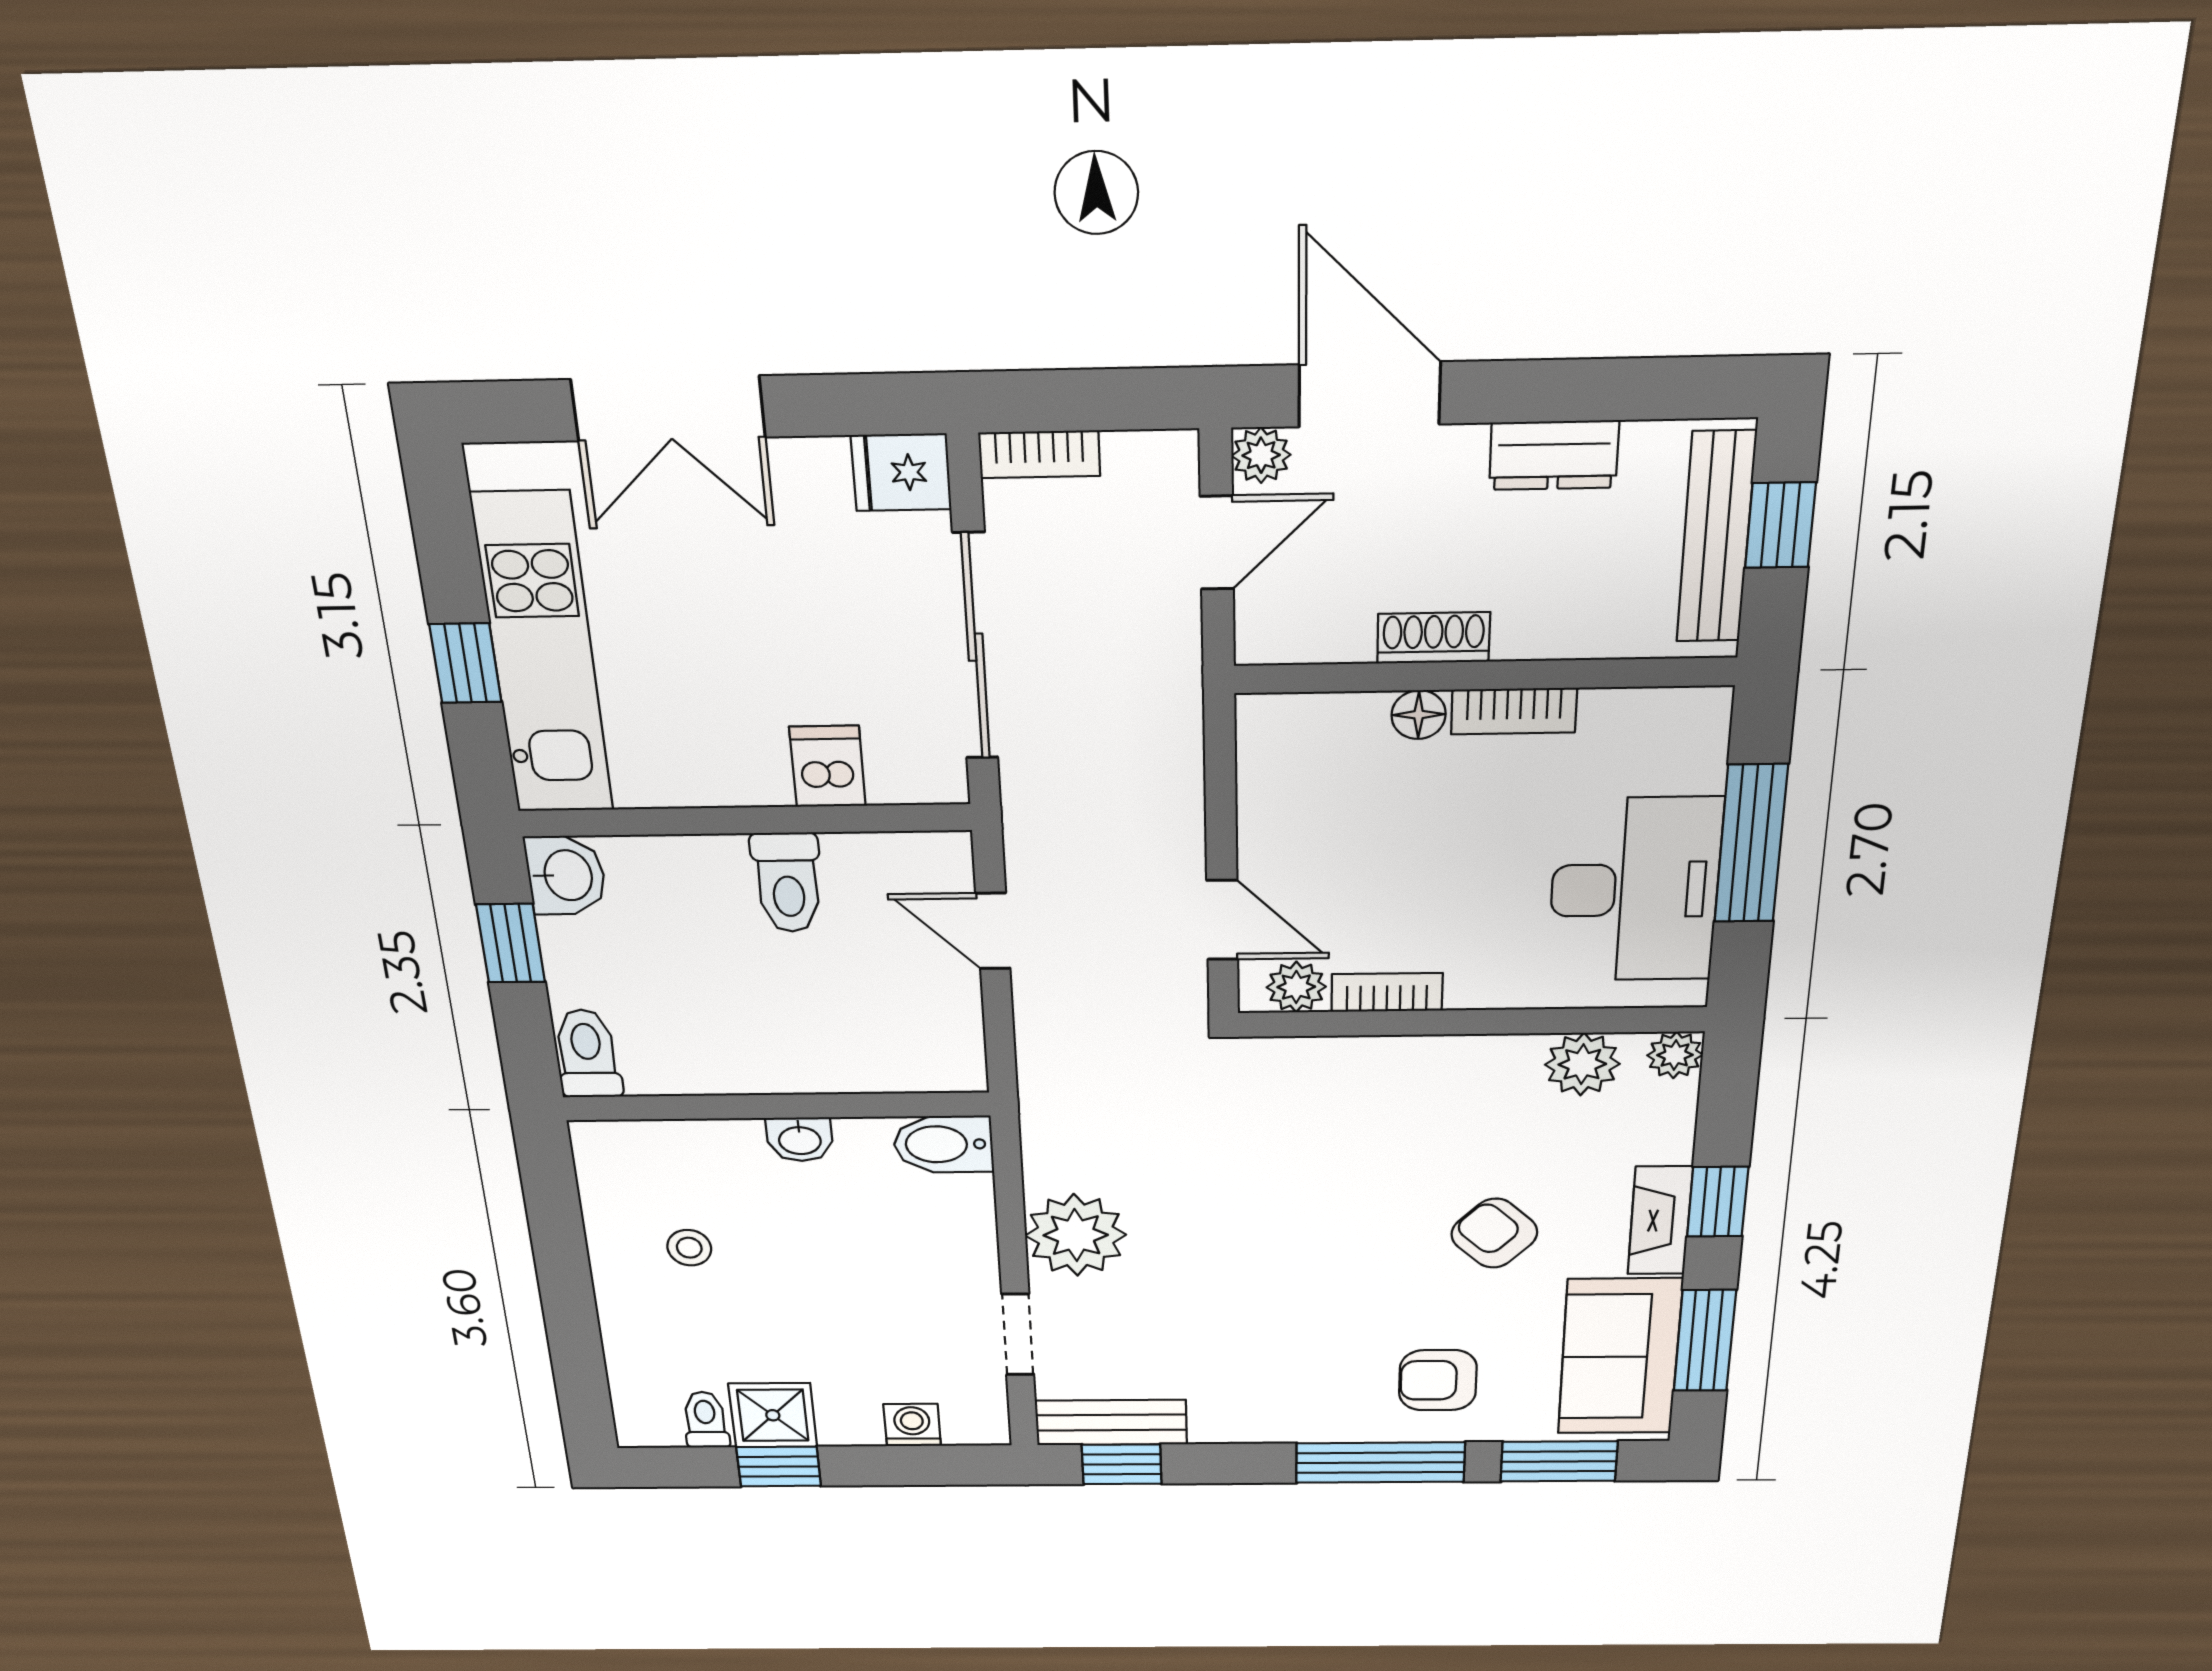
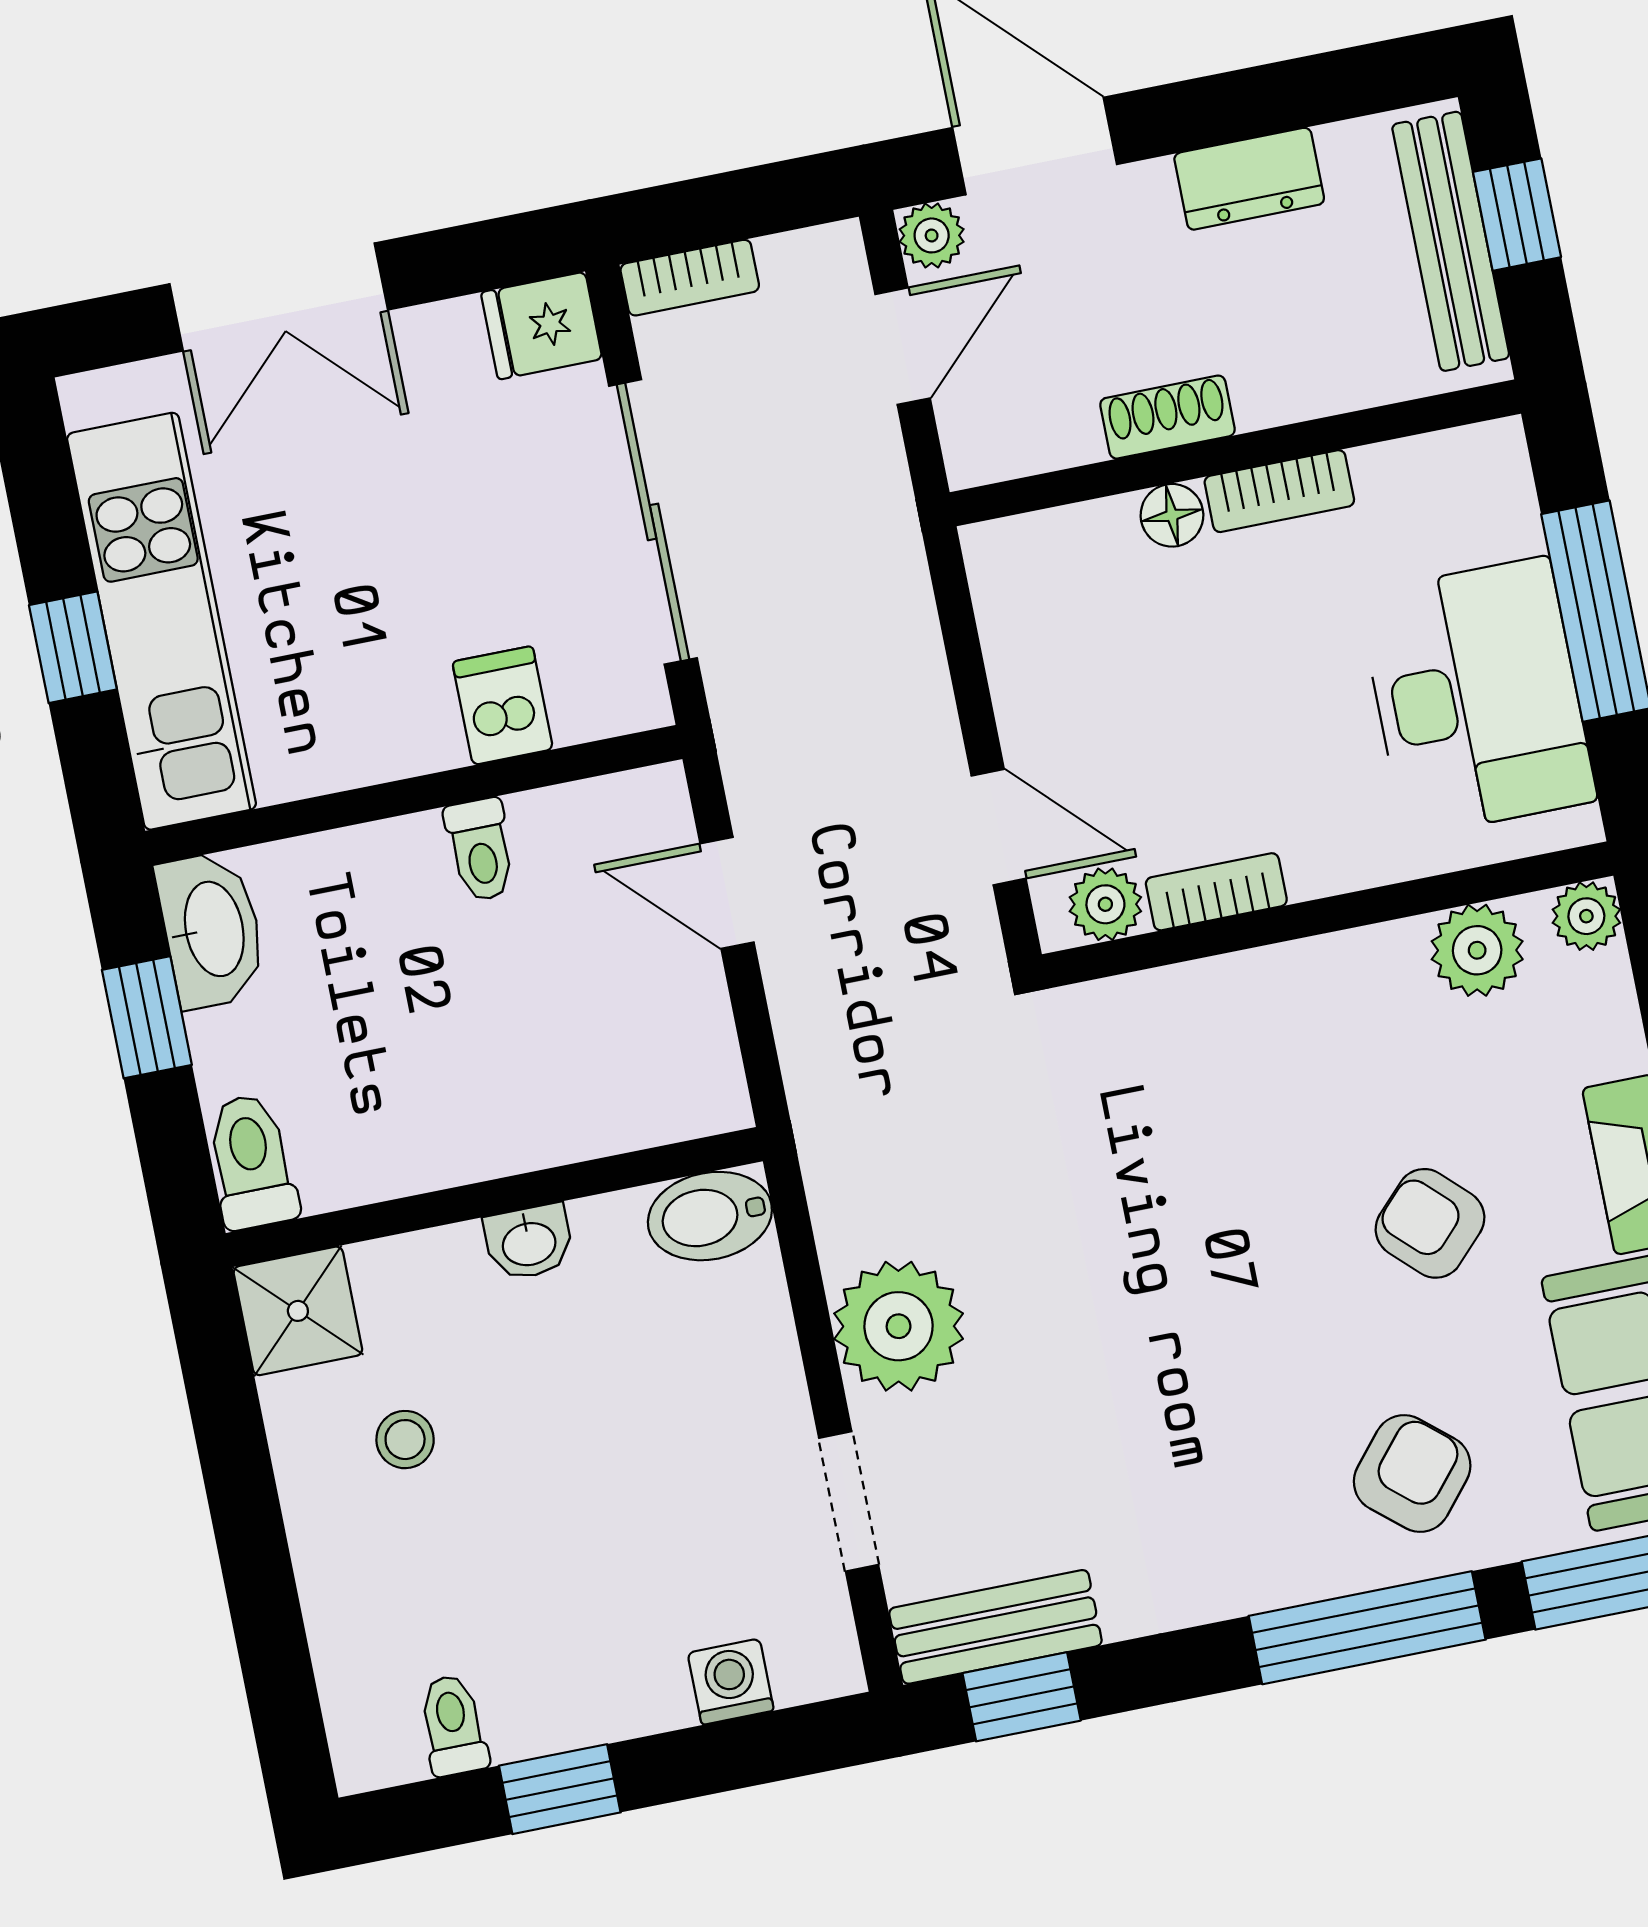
washbasin: (566, 875) -> (212, 930), width x1.38
toilet: (788, 883) -> (480, 850), width x0.73, depth x0.72
armchair: (1438, 1380) -> (1412, 1473), turned 130
shower: (773, 1415) -> (298, 1311), moved

